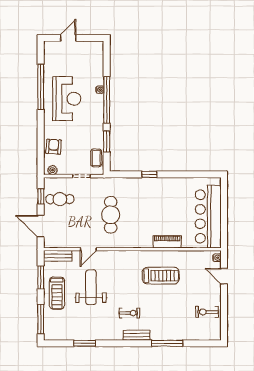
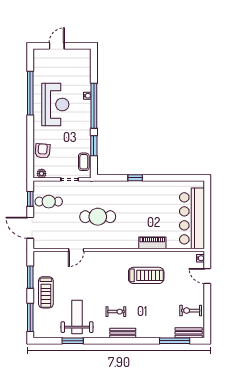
cafe table: (111, 215) -> (98, 217), turned 90
bench: (58, 256) -> (189, 333), moved
weight bench: (91, 287) -> (77, 317), moved
window: (167, 343) -> (175, 341), moved

